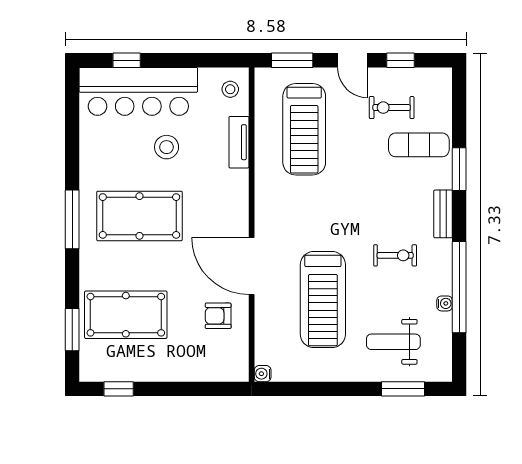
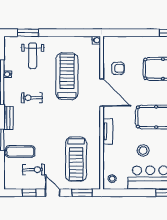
treadmill: (304, 129) -> (76, 159), turned 180
tv unit: (239, 142) -> (108, 131), moved
weight bench: (393, 342) -> (33, 56), turned 90

